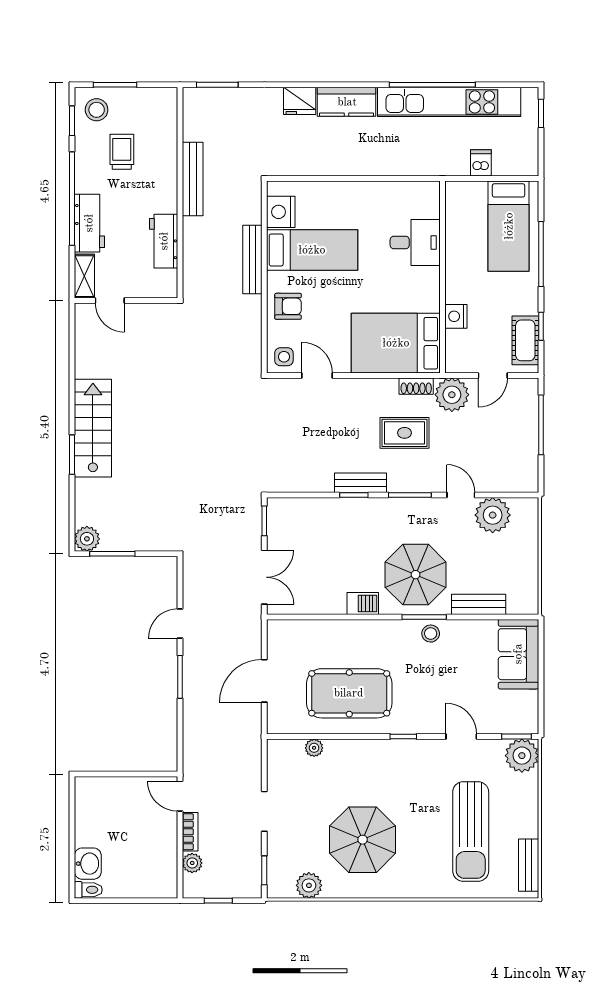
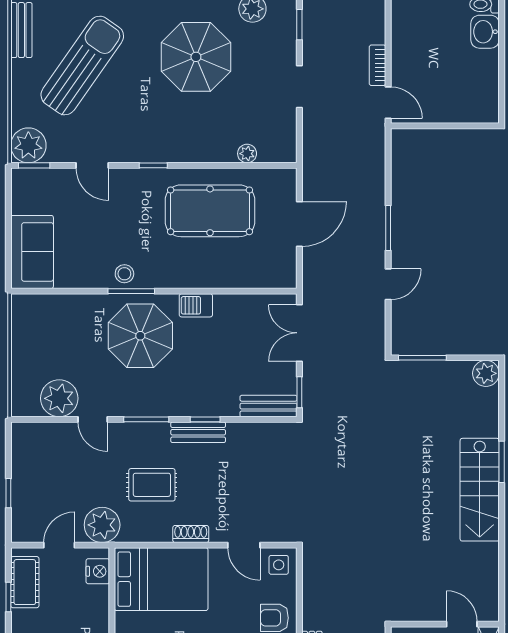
nightstand: (456, 316) -> (98, 571), moved
shoe rack: (416, 386) -> (191, 534), moved
window: (541, 425) -> (8, 493), width x0.46
window: (112, 554) -> (422, 358), moved
bench: (479, 604) -> (268, 406), moved
sun lounger: (471, 831) -> (82, 65), turned 35
plant: (192, 863) -> (375, 32), removed

